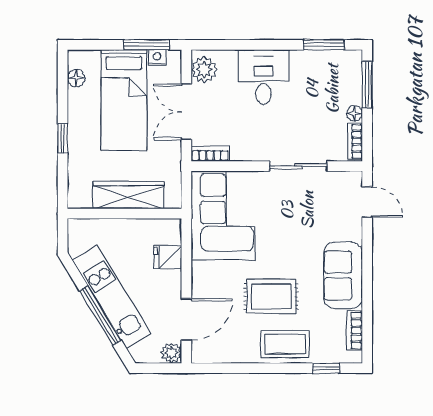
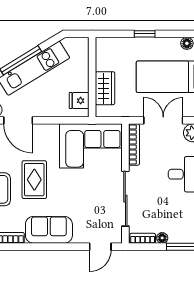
bookcase: (210, 154) -> (134, 144), width x1.56
sliding door: (298, 166) -> (125, 199), width x1.37
wardrobe: (128, 195) -> (105, 88), width x0.67
fridge: (168, 257) -> (79, 101), moved, turned -90

